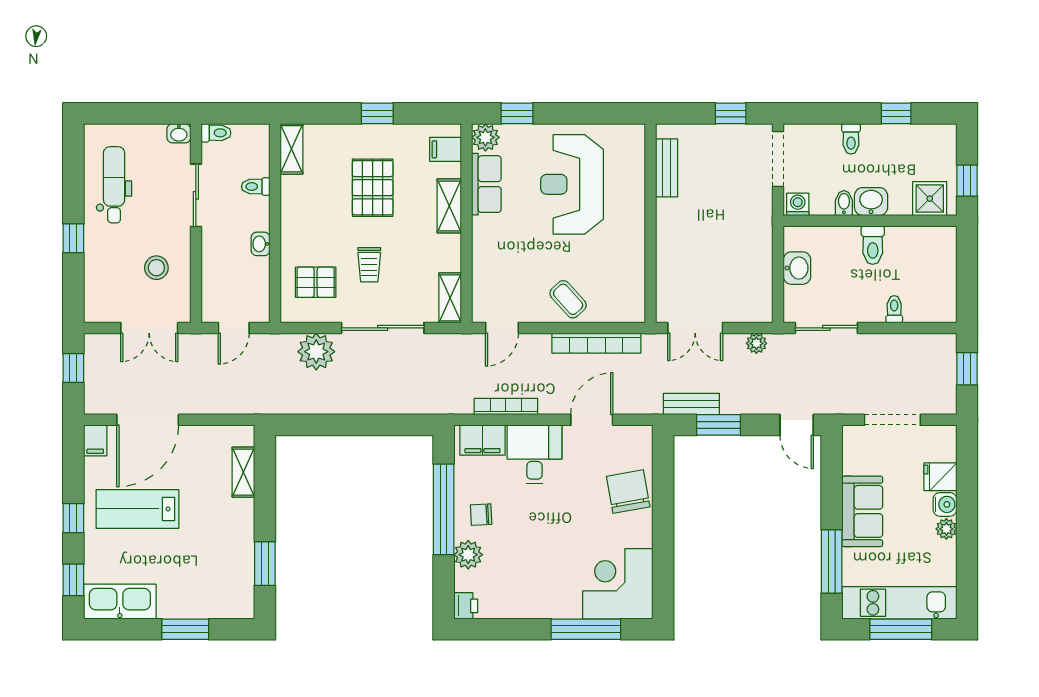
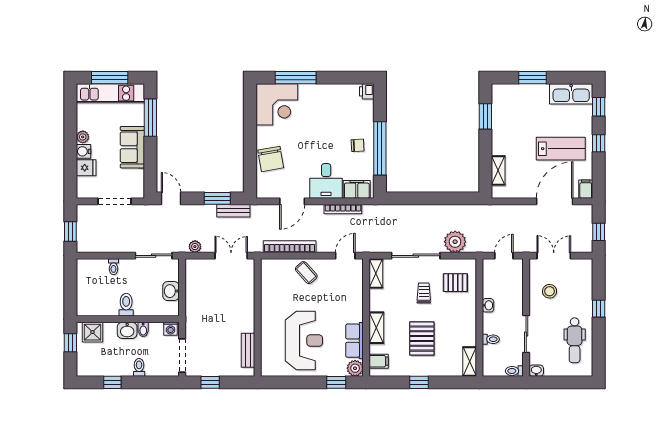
plant: (468, 555) -> (365, 122), removed

